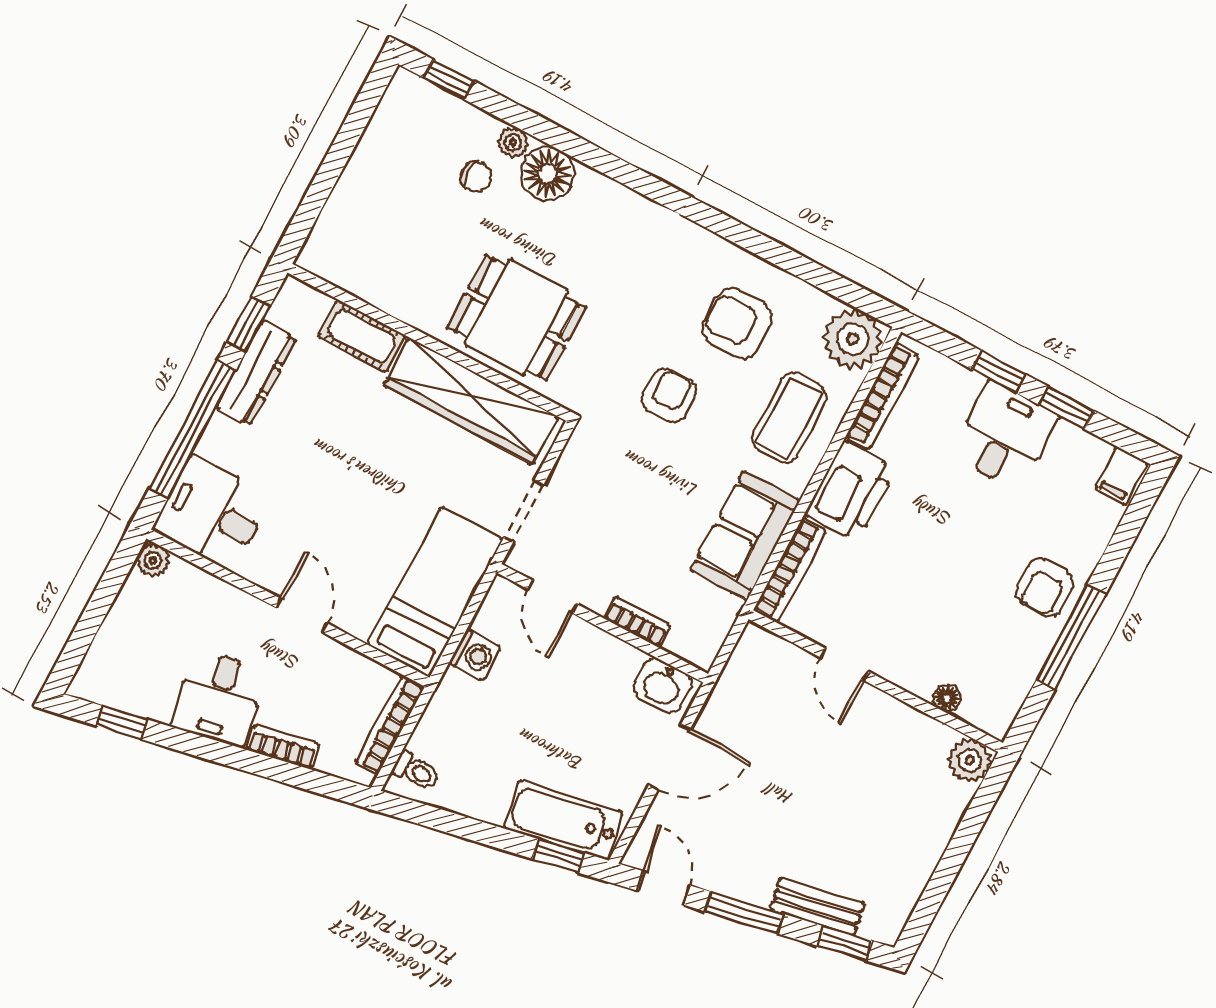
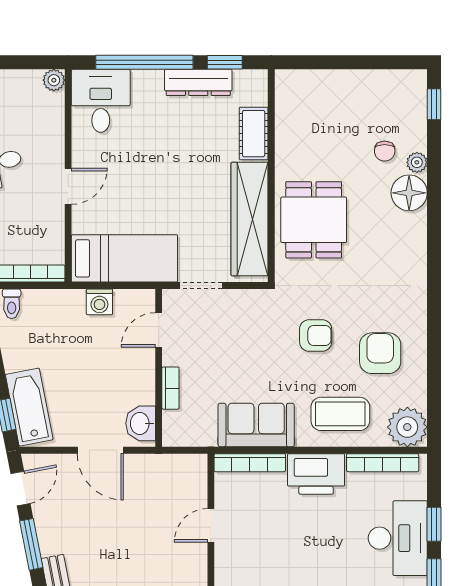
desk: (1005, 436) -> (398, 538), width x1.37

